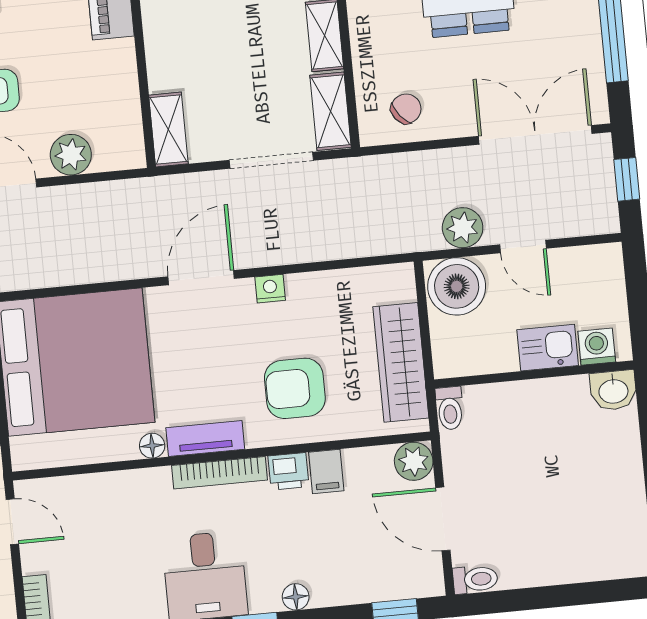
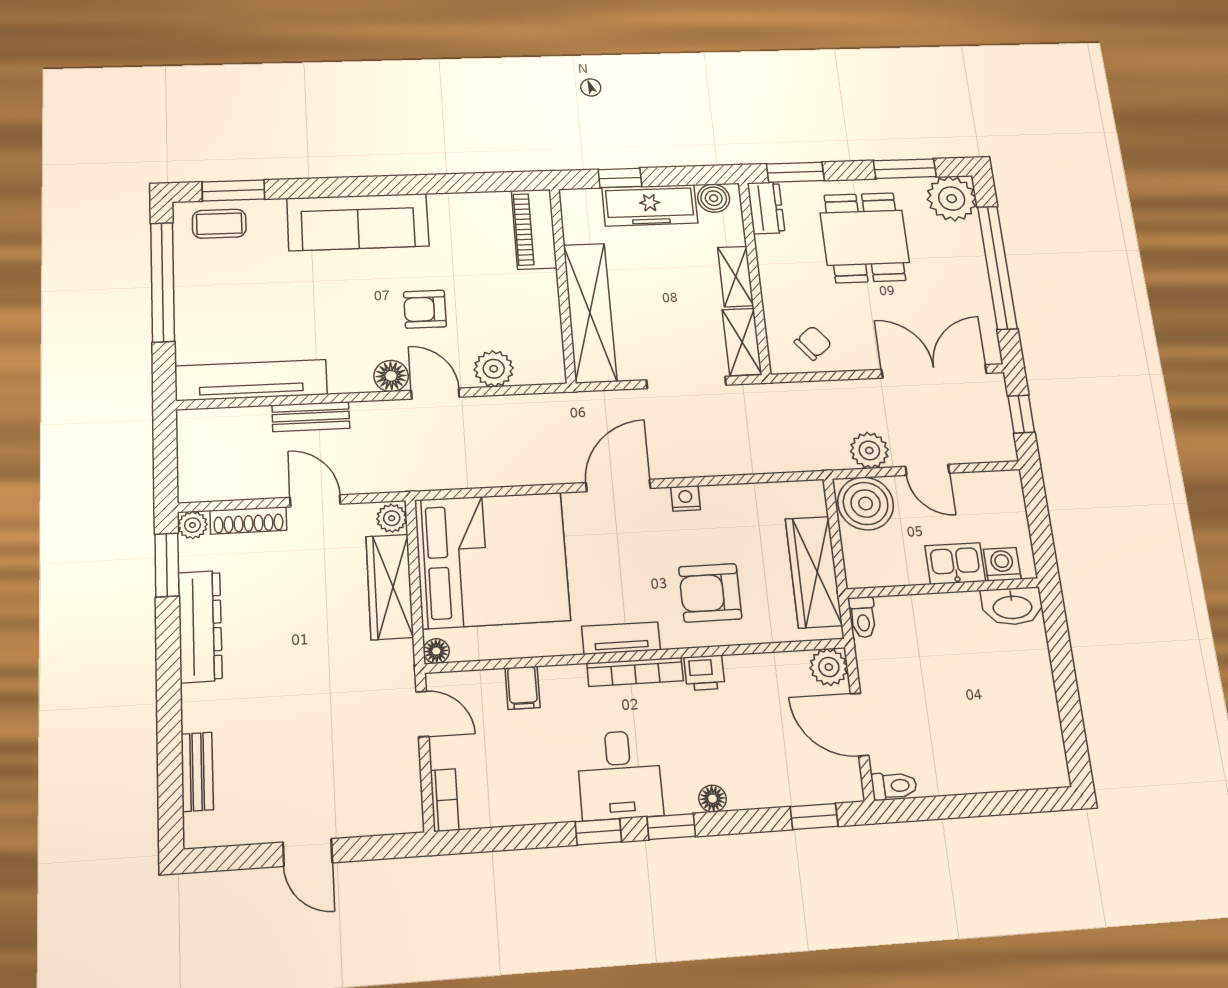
shelving: (168, 129) -> (590, 313), width x2.20, depth x1.33
washbasin: (613, 390) -> (1012, 606), width x1.38
floor lamp: (152, 446) -> (436, 651), moved
filing cabinet: (326, 471) -> (523, 688), moved

